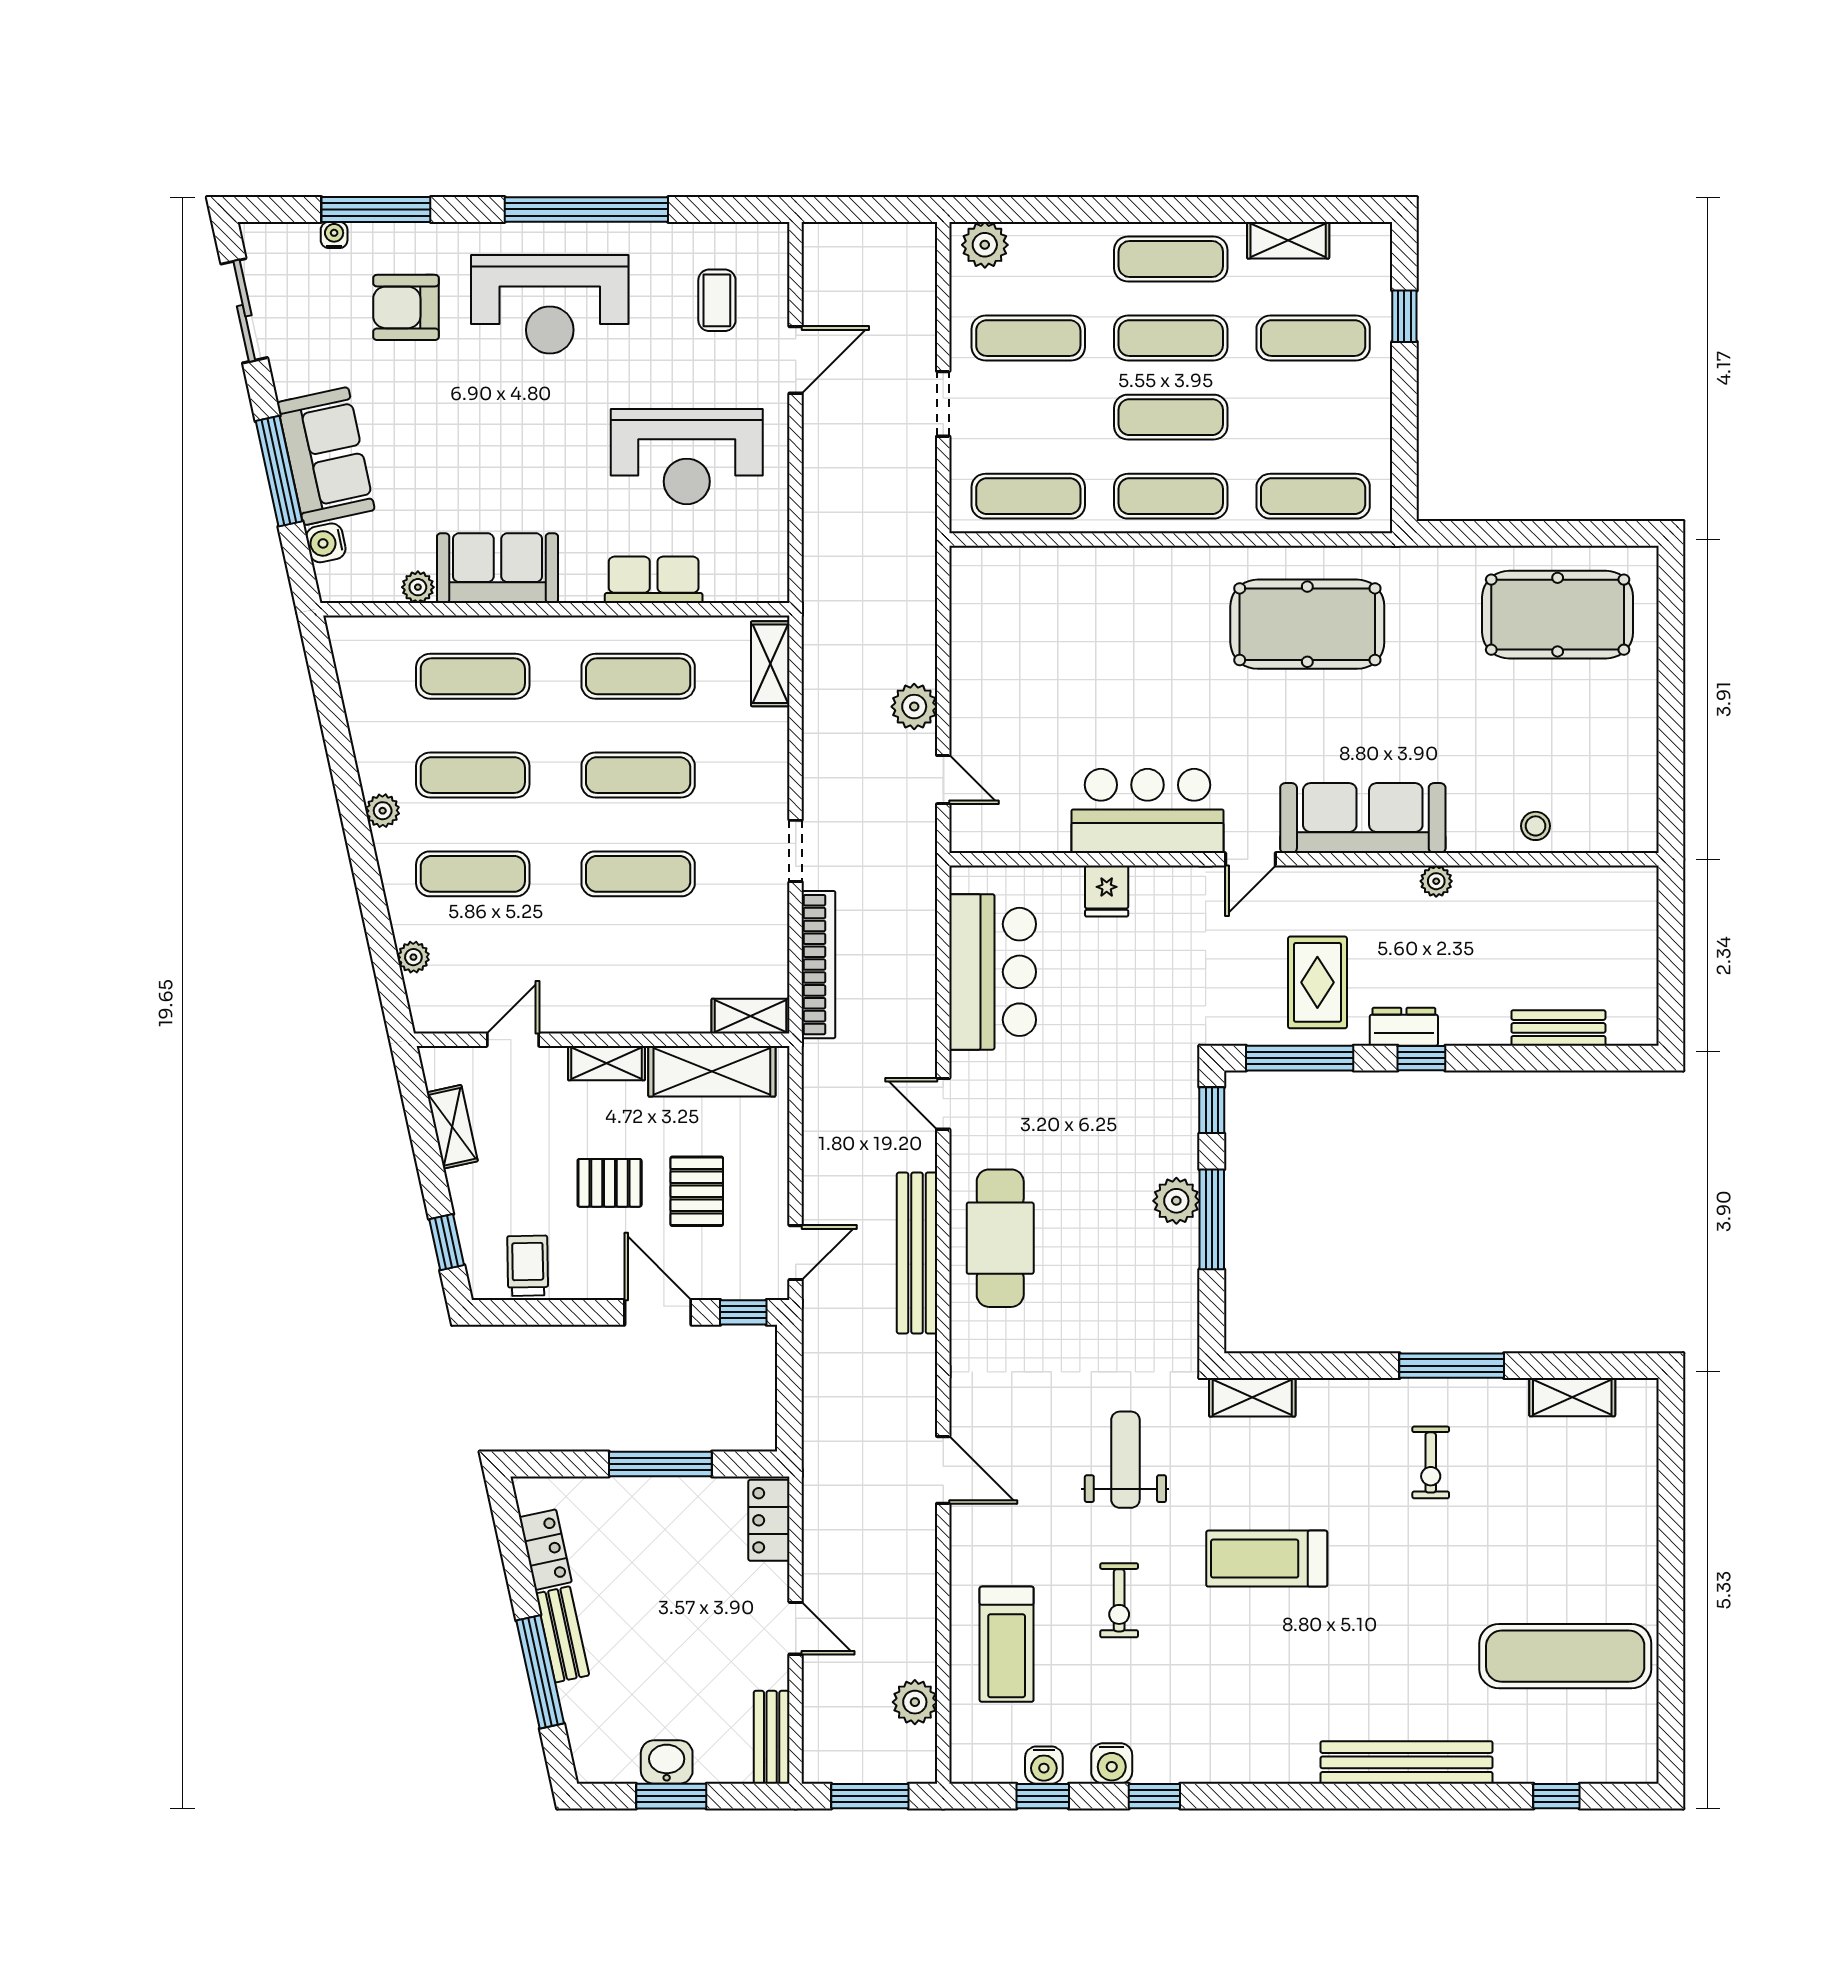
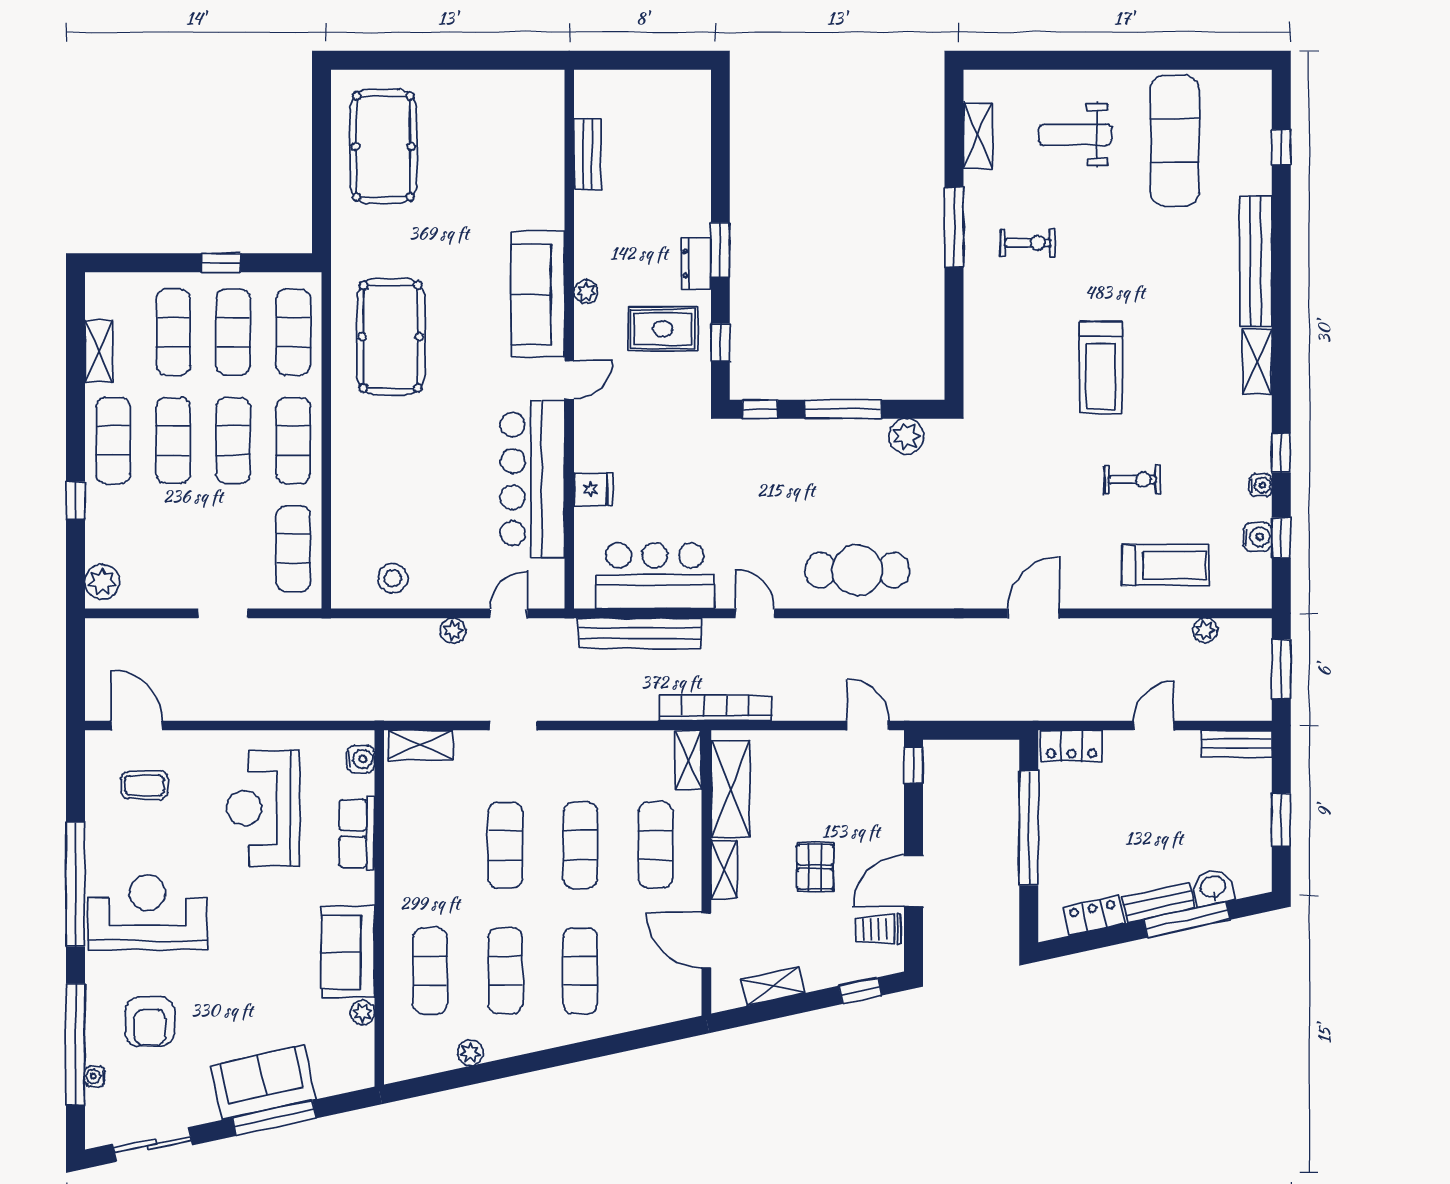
window: (376, 209) -> (75, 1044), width x1.46
window: (1092, 209) -> (75, 501), added
reception desk: (550, 304) -> (147, 912), turned -90
window: (1404, 316) -> (221, 263), moved
exercise mat: (1028, 338) -> (233, 332), moved
door: (796, 360) -> (137, 725), moved
reception desk: (687, 457) -> (263, 808), turned 180
water cooler: (326, 543) -> (361, 759), moved, turned -78
exercise mat: (638, 676) -> (655, 845), moved
plant: (914, 707) -> (453, 631), width x0.73, depth x0.73
plant: (383, 811) -> (470, 1053), moved
bar counter: (1148, 811) -> (533, 479), width x1.36
stool: (1536, 826) -> (393, 578), moved, width x1.37, depth x1.37
doorway: (796, 851) -> (513, 725), moved
door: (1250, 859) -> (569, 380), hinge flipped
plant: (1436, 881) -> (586, 292), moved
plant: (413, 957) -> (644, 1016), removed
bookcase: (818, 965) -> (715, 708), moved
bench: (1558, 1028) -> (588, 155), moved
door: (513, 1040) -> (706, 940), width x1.38
window: (1300, 1058) -> (720, 342), width x0.46
window: (1421, 1058) -> (720, 250), width x1.50
door: (943, 1104) -> (755, 613), swing flipped
pallet: (697, 1191) -> (822, 801), removed
plant: (1176, 1201) -> (906, 436), moved
bench: (917, 1253) -> (640, 633), moved
door: (658, 1312) -> (914, 881), moved
shelving: (1252, 1397) -> (1257, 362), moved
weight bench: (1125, 1460) -> (1075, 134), moved
window: (660, 1464) -> (1029, 828), width x1.46
plant: (915, 1702) -> (1205, 630), width x0.73, depth x0.73
washbasin: (667, 1762) -> (1213, 887), moved, turned 78
water cooler: (1112, 1763) -> (1261, 485), width x0.72, depth x0.72

